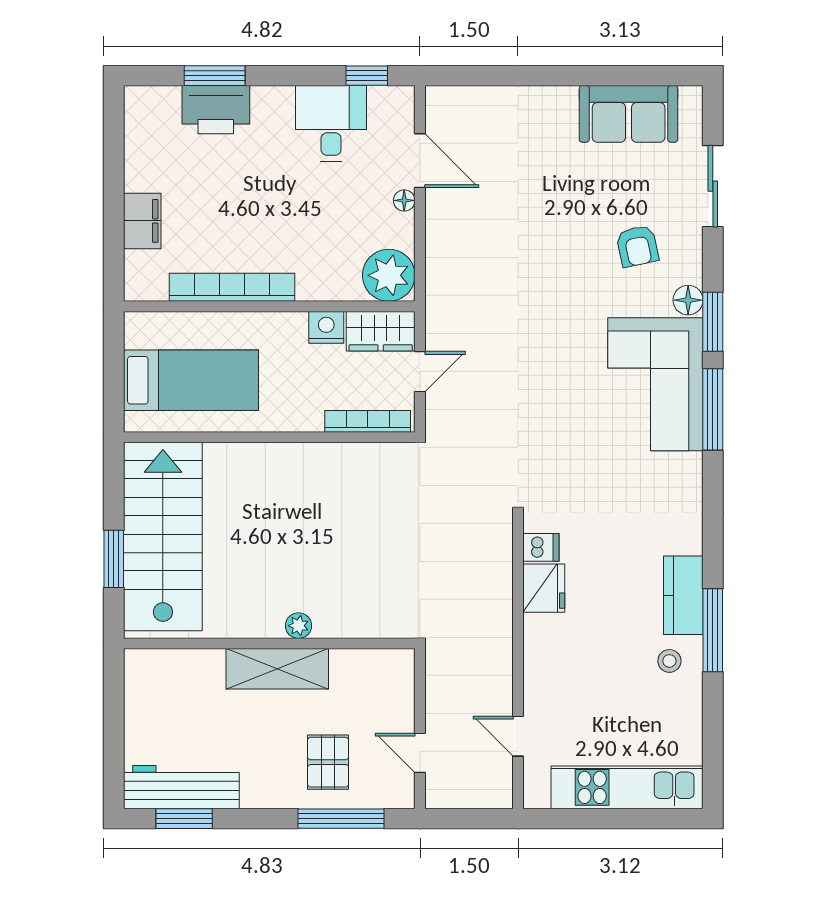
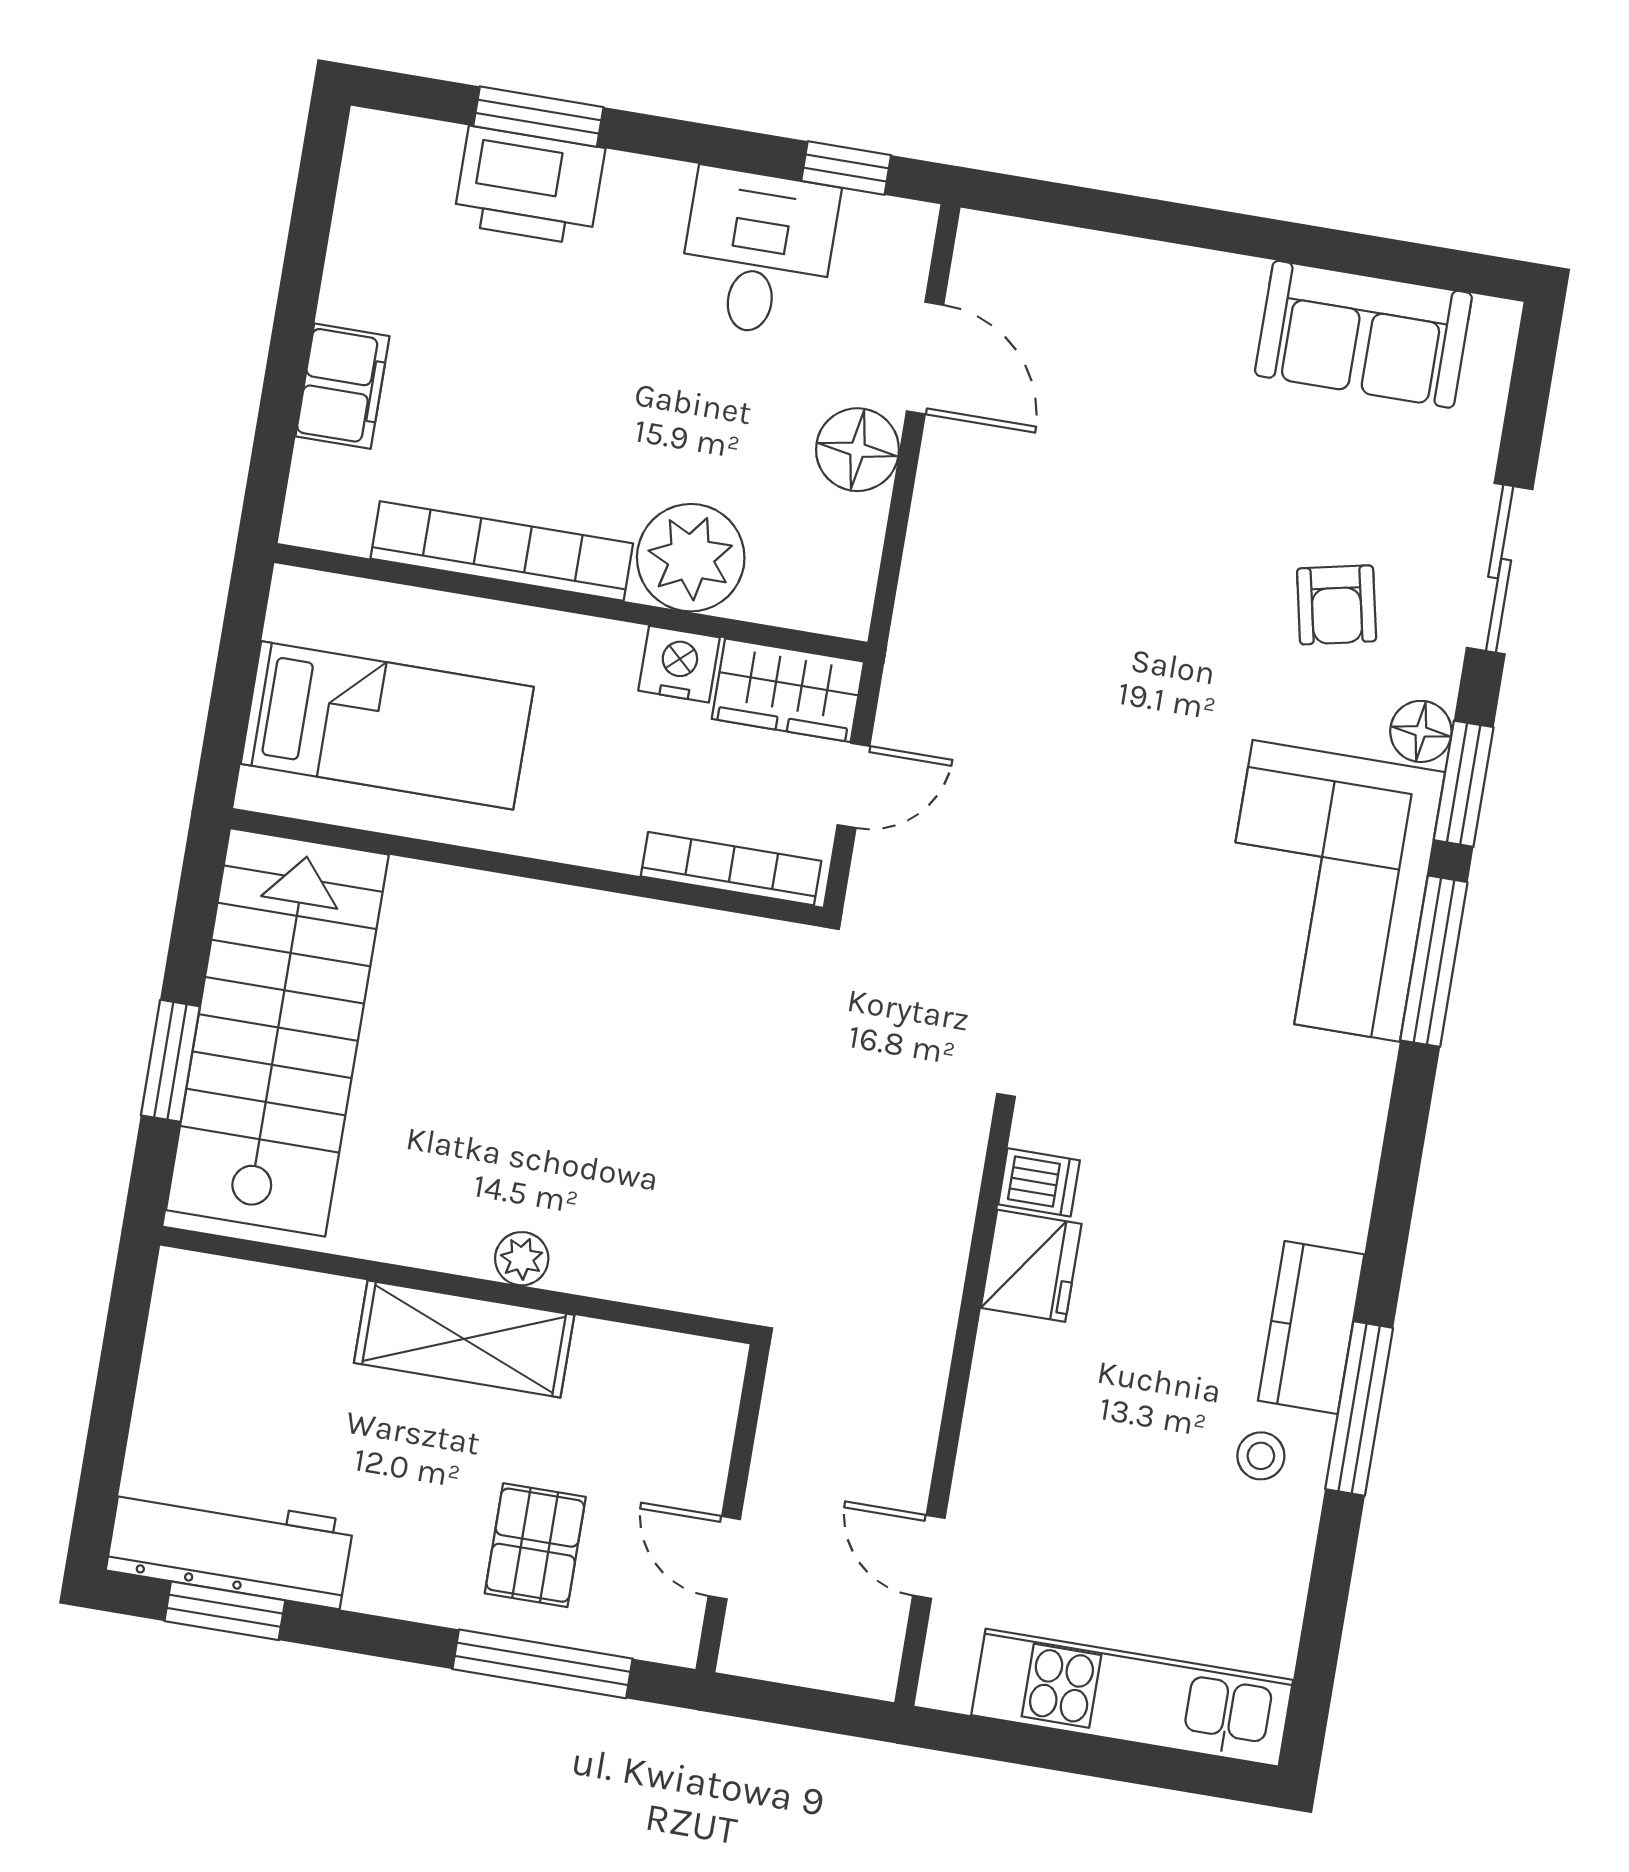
sliding door: (713, 186) -> (1500, 569), moved
floor lamp: (404, 200) -> (857, 450), width x1.89, depth x1.89
plant: (389, 275) -> (691, 558), moved

